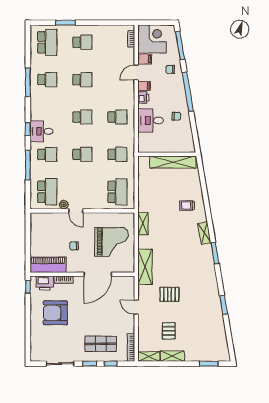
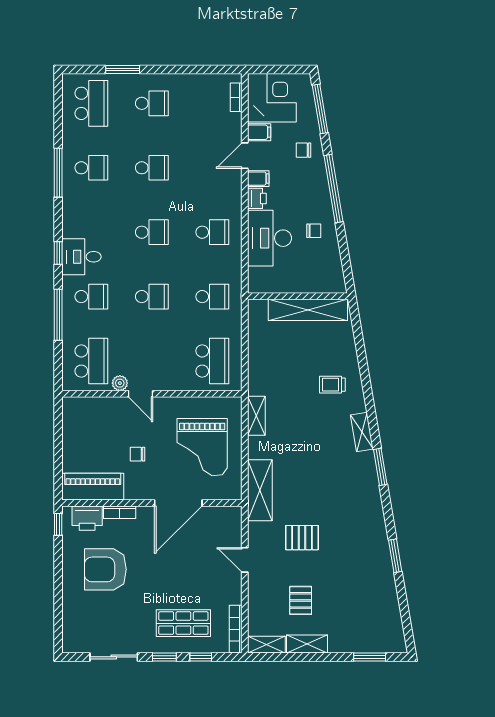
desk: (151, 120) -> (269, 238), width x1.37
grand piano: (112, 242) -> (202, 447), turned 90

